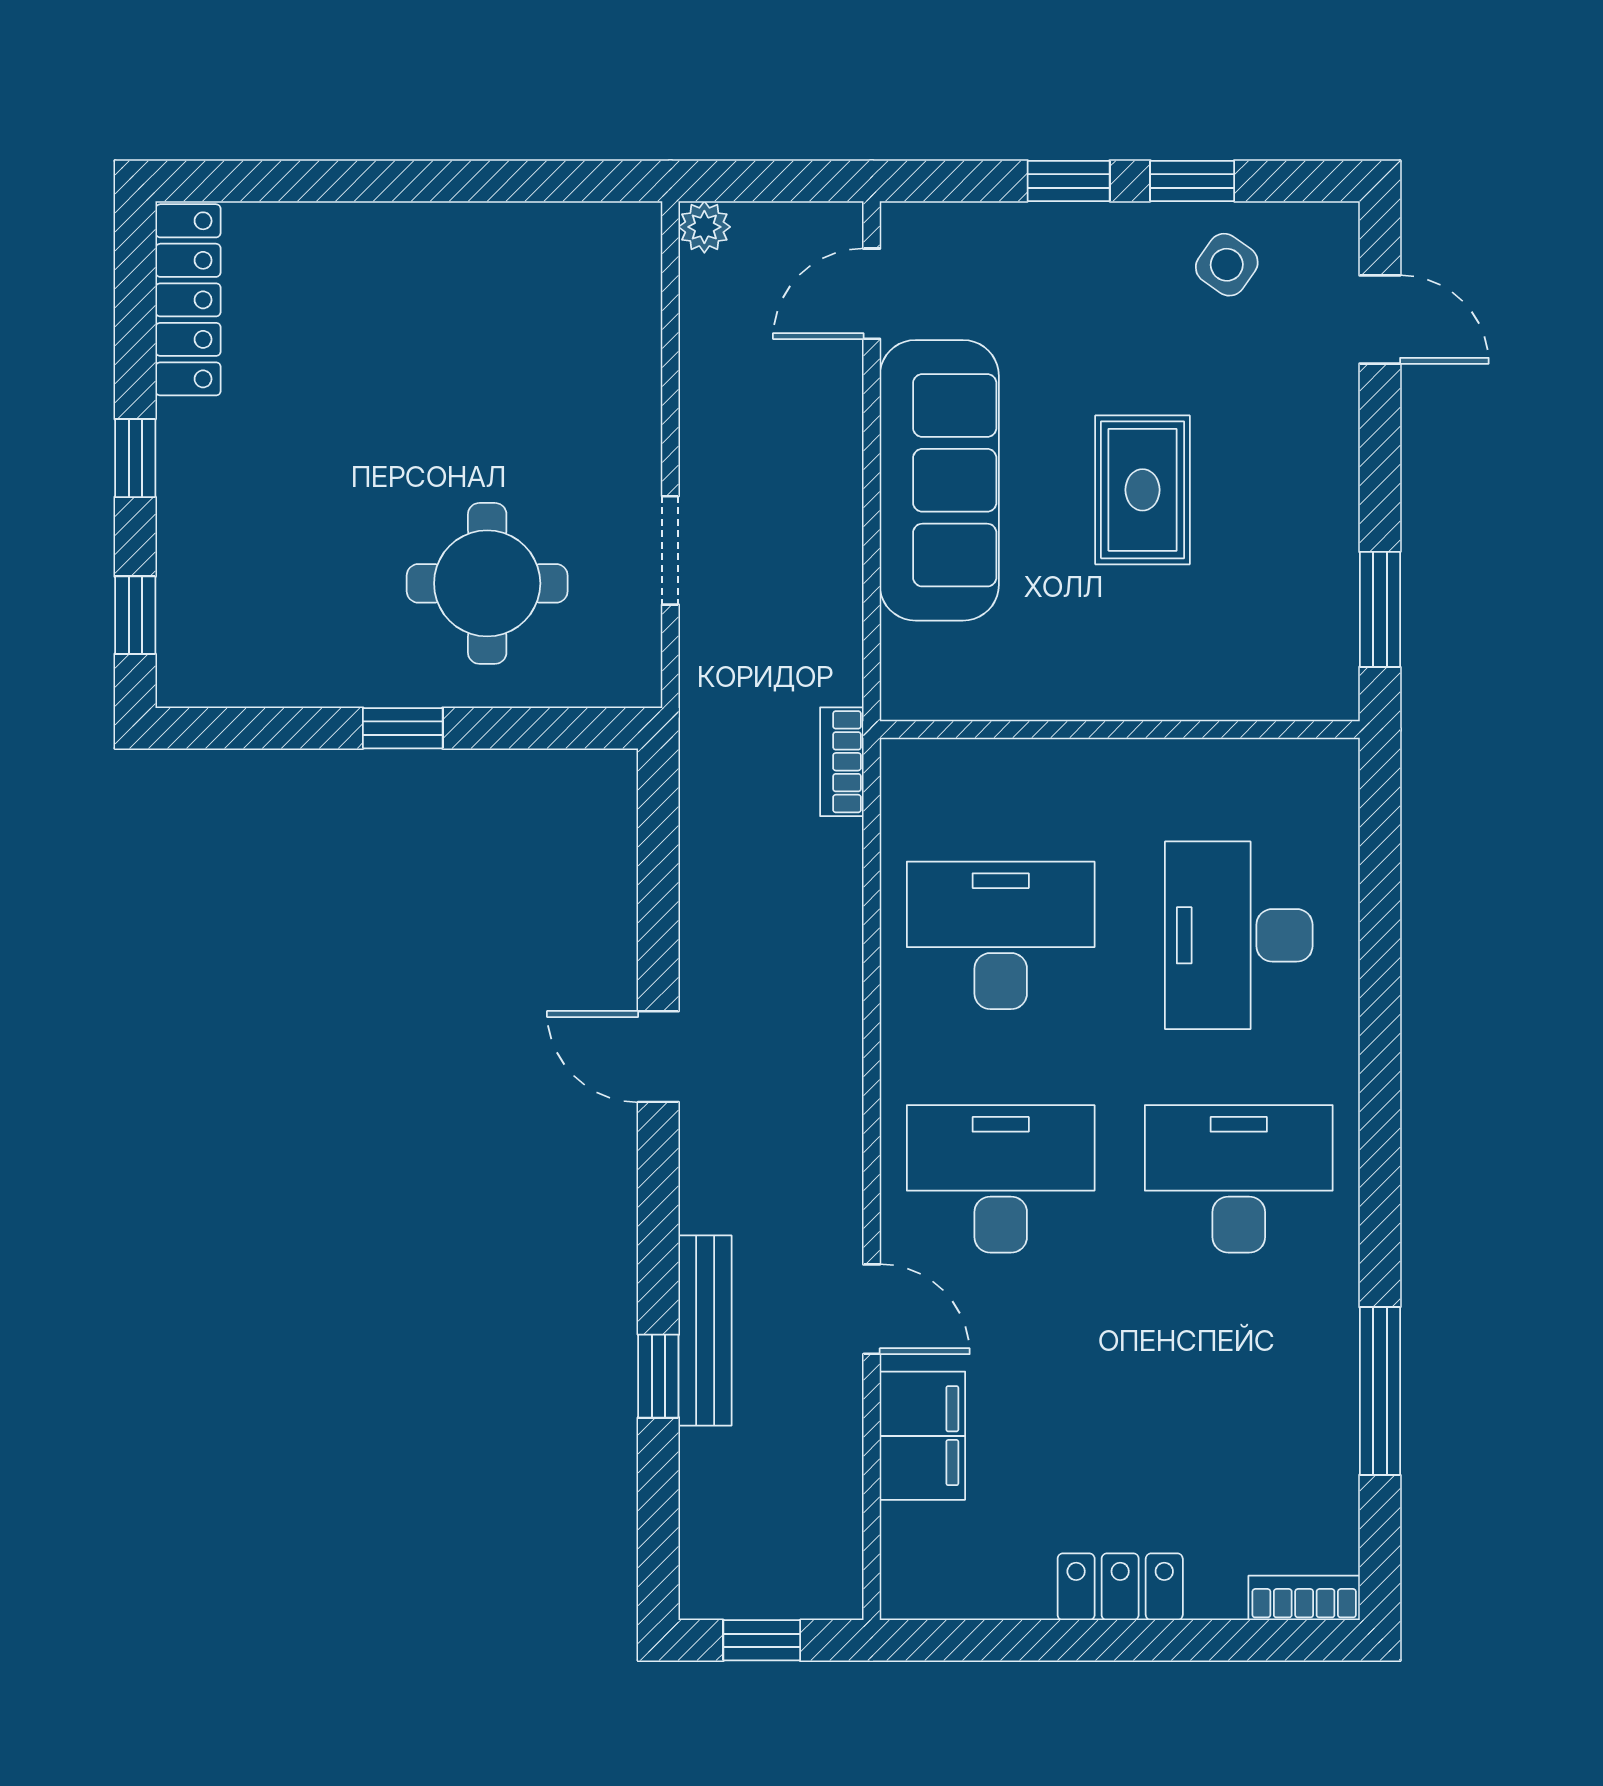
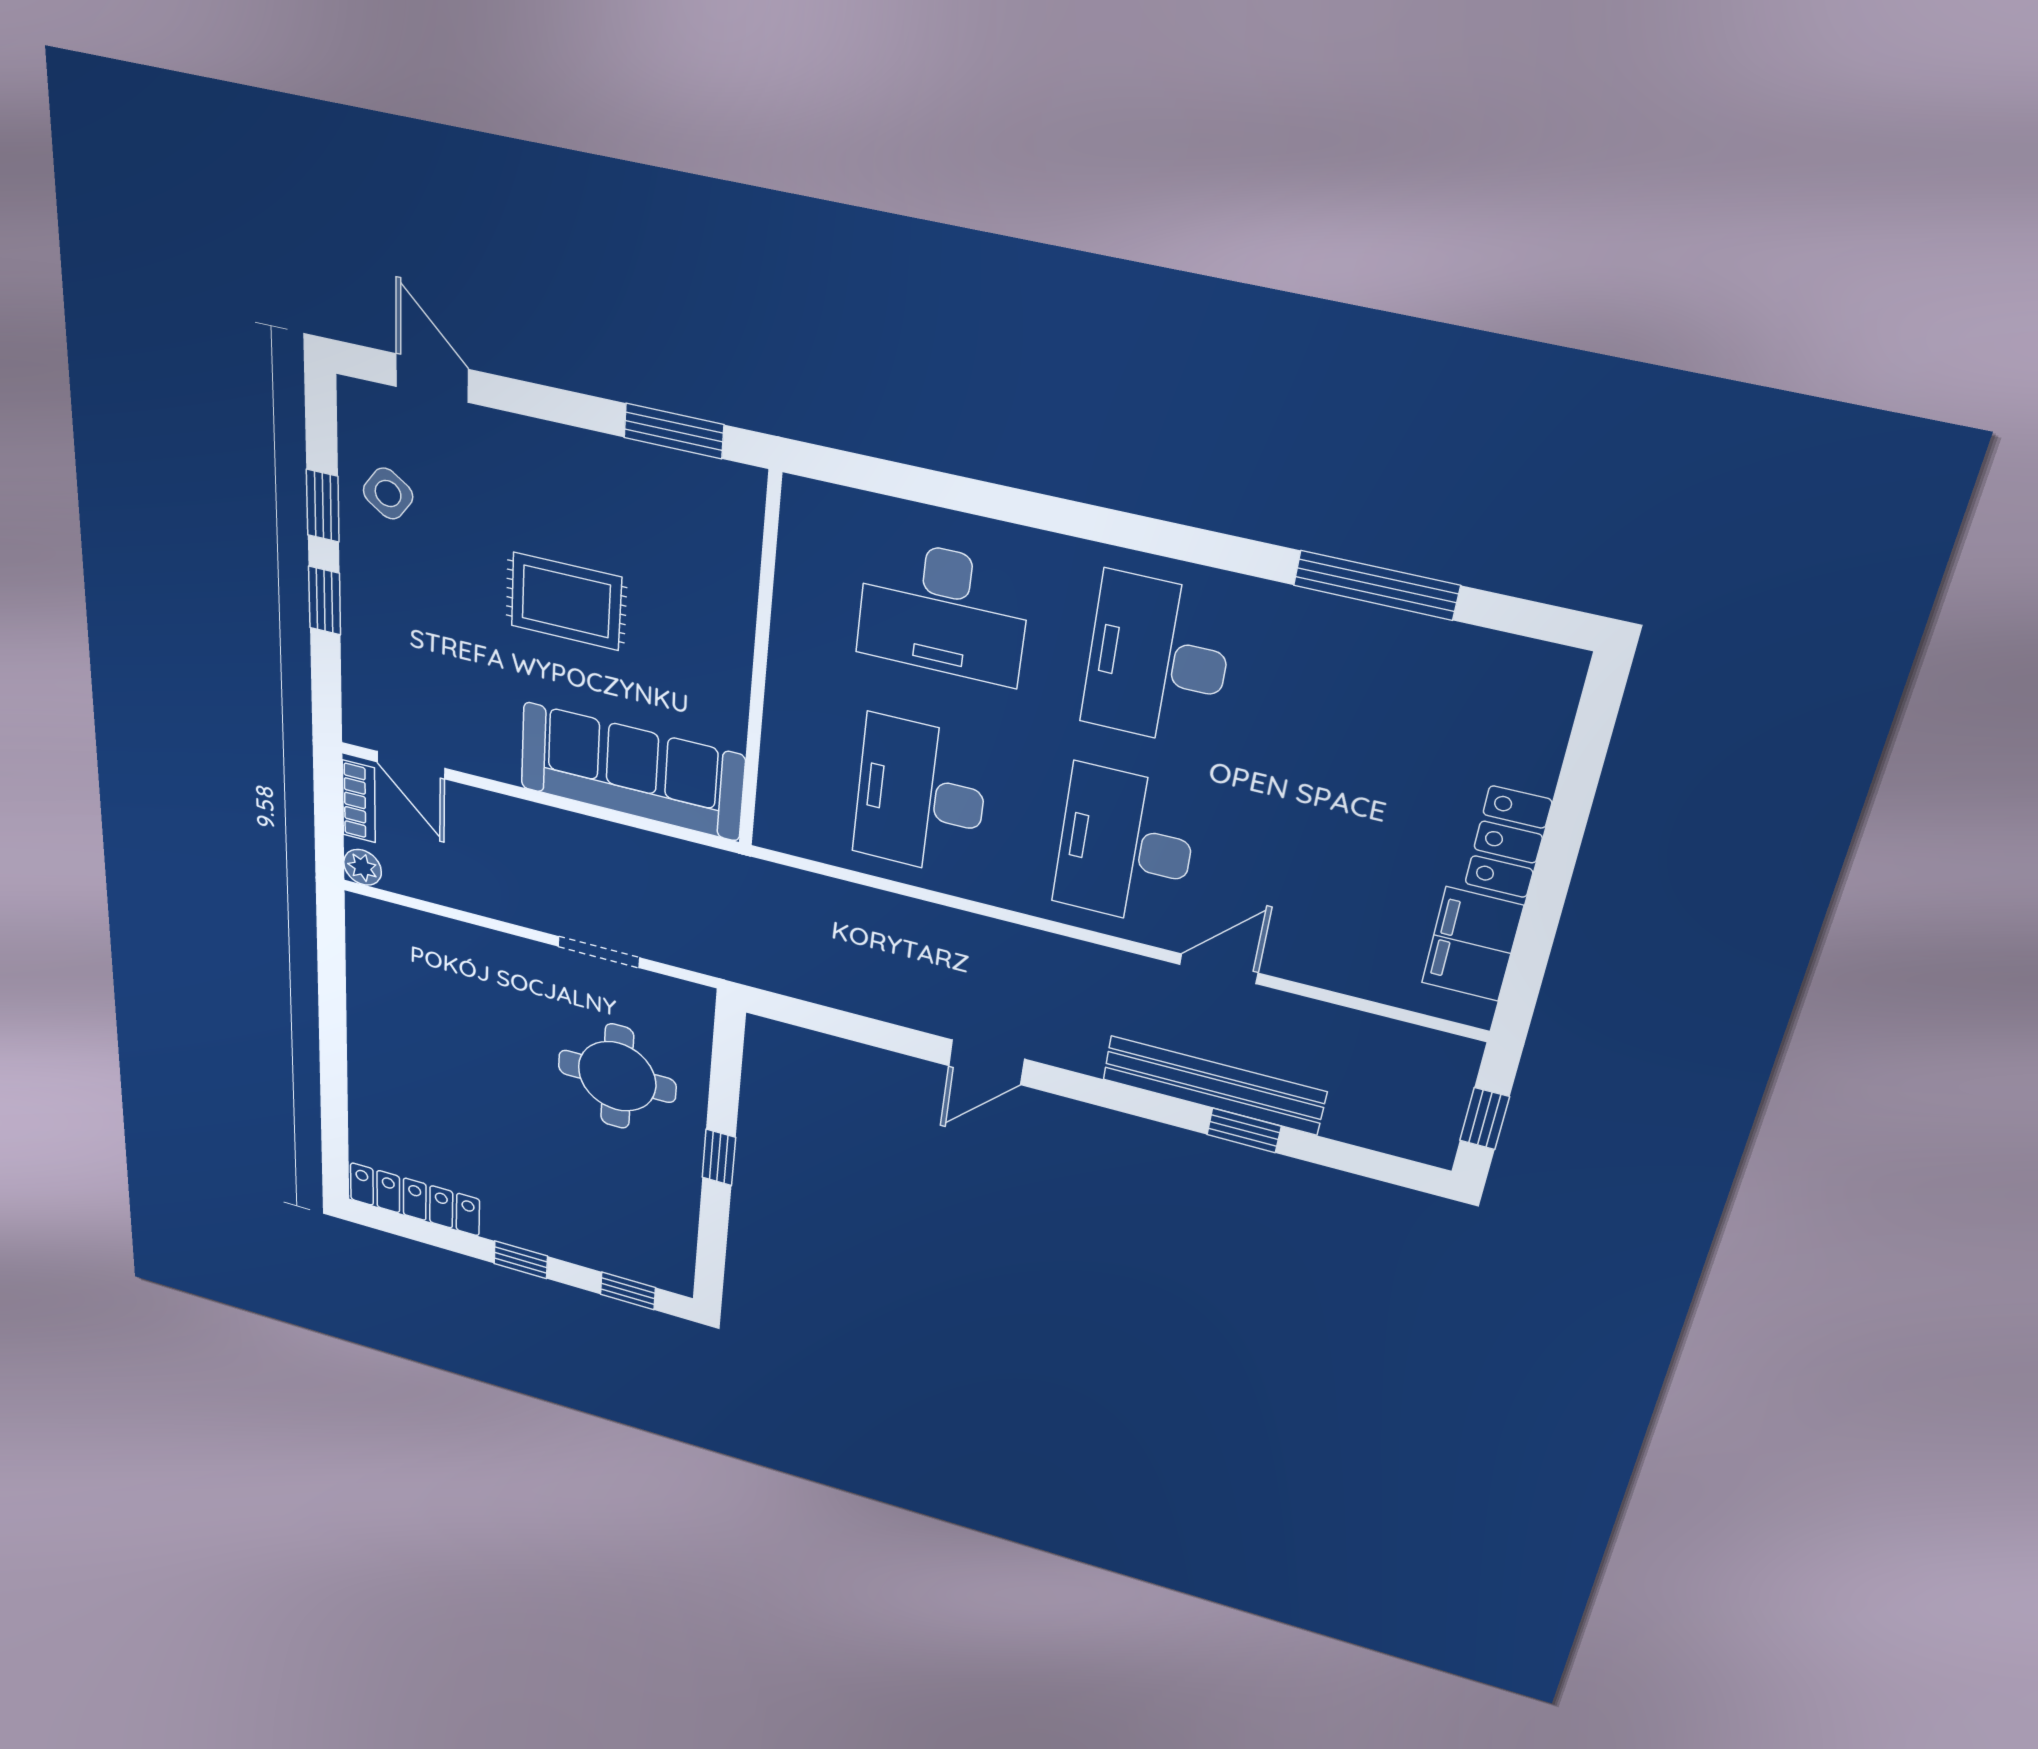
door: (1380, 320) -> (432, 378), hinge flipped
sofa: (939, 480) -> (632, 772), moved
bookcase: (842, 762) -> (359, 801), moved, turned -90
bench: (705, 1331) -> (1214, 1085), width x1.37, depth x1.21
filing cabinet: (922, 1436) -> (1472, 944), moved, turned -90
bookcase: (1304, 1598) -> (1559, 694), removed

